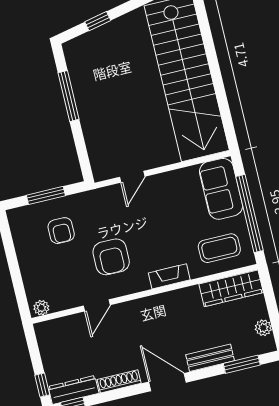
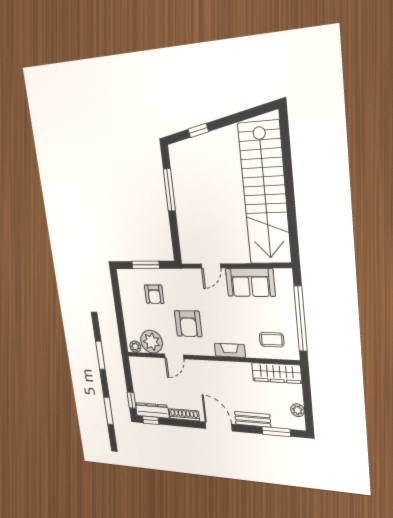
sofa: (221, 189) -> (250, 282), moved, turned -90
coffee table: (219, 248) -> (272, 340), width x0.73, depth x0.77
plant: (64, 294) -> (152, 342), added

